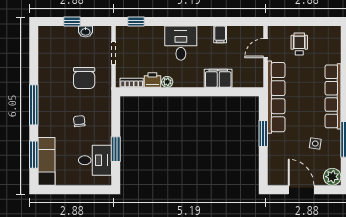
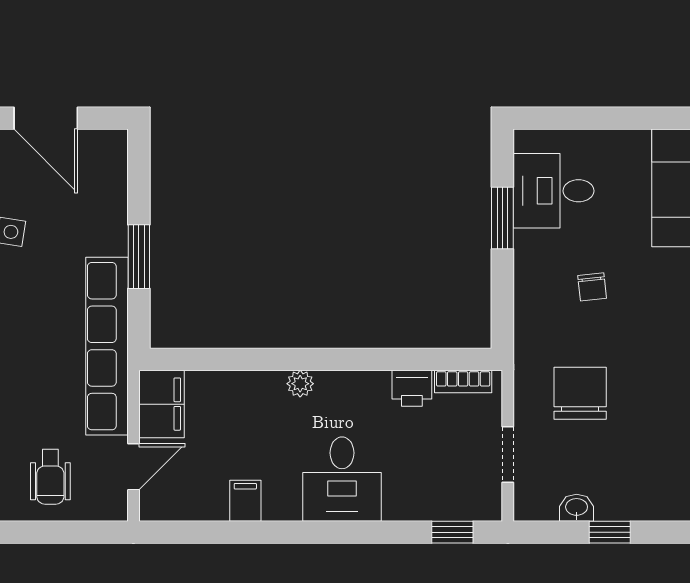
filing cabinet: (218, 78) -> (161, 404), moved, turned -90
plant: (167, 82) -> (300, 384), moved

